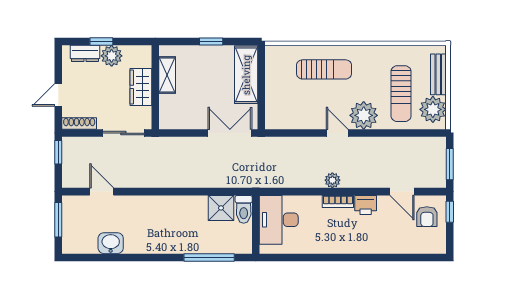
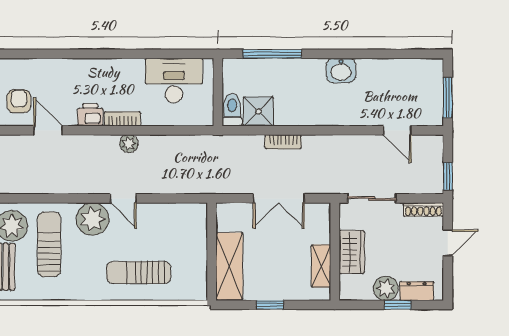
double door: (230, 133) -> (279, 198), moved
bookcase: (200, 182) -> (283, 142), added
desk: (279, 220) -> (174, 80), moved, turned -90
washbasin: (111, 243) -> (341, 70), moved

